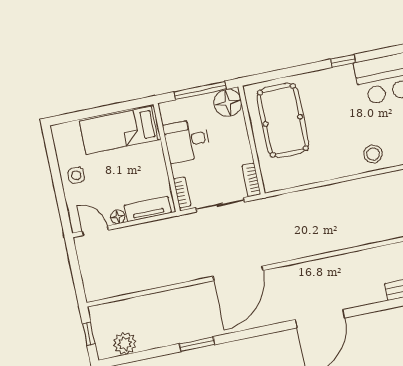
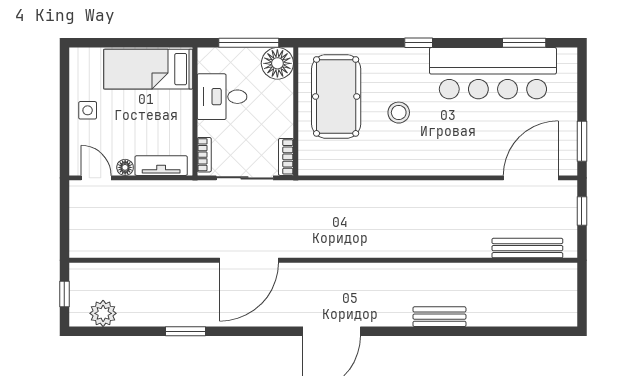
stool: (373, 154) -> (399, 113), moved

